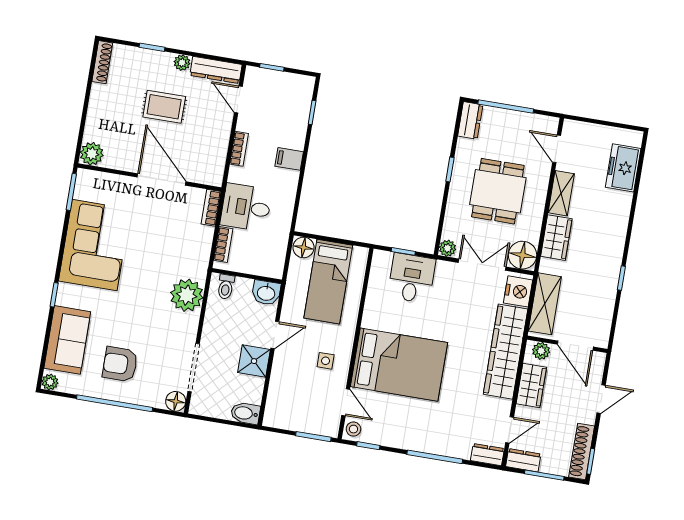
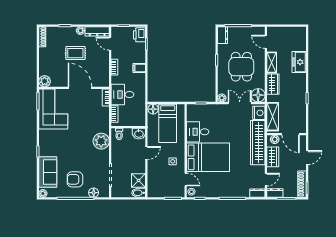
printer: (301, 92) -> (140, 35), added
freezer: (623, 168) -> (299, 62), moved
corner sofa: (95, 245) -> (53, 109), moved
desk: (412, 278) -> (198, 132), moved, turned -90
shower: (254, 361) -> (139, 180), moved
floor lamp: (176, 401) -> (94, 193), moved

